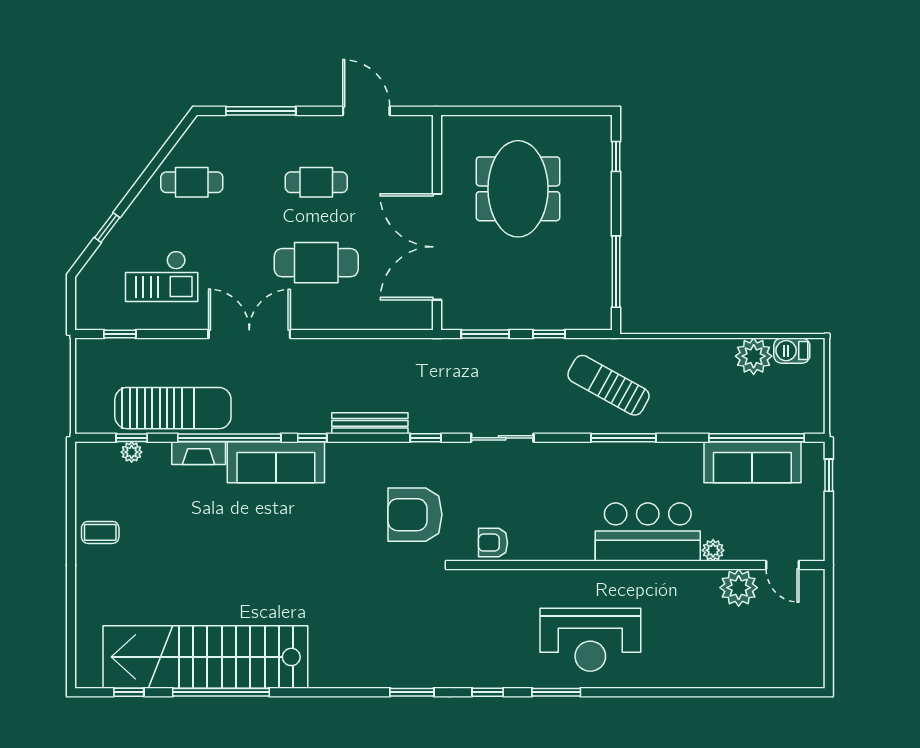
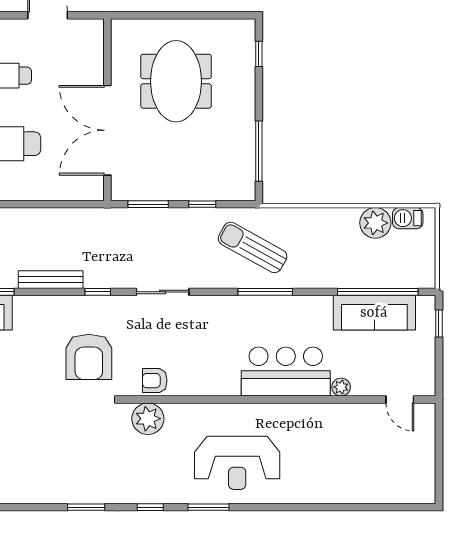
armchair: (415, 515) -> (89, 357), turned -90
plant: (739, 588) -> (148, 419), moved

